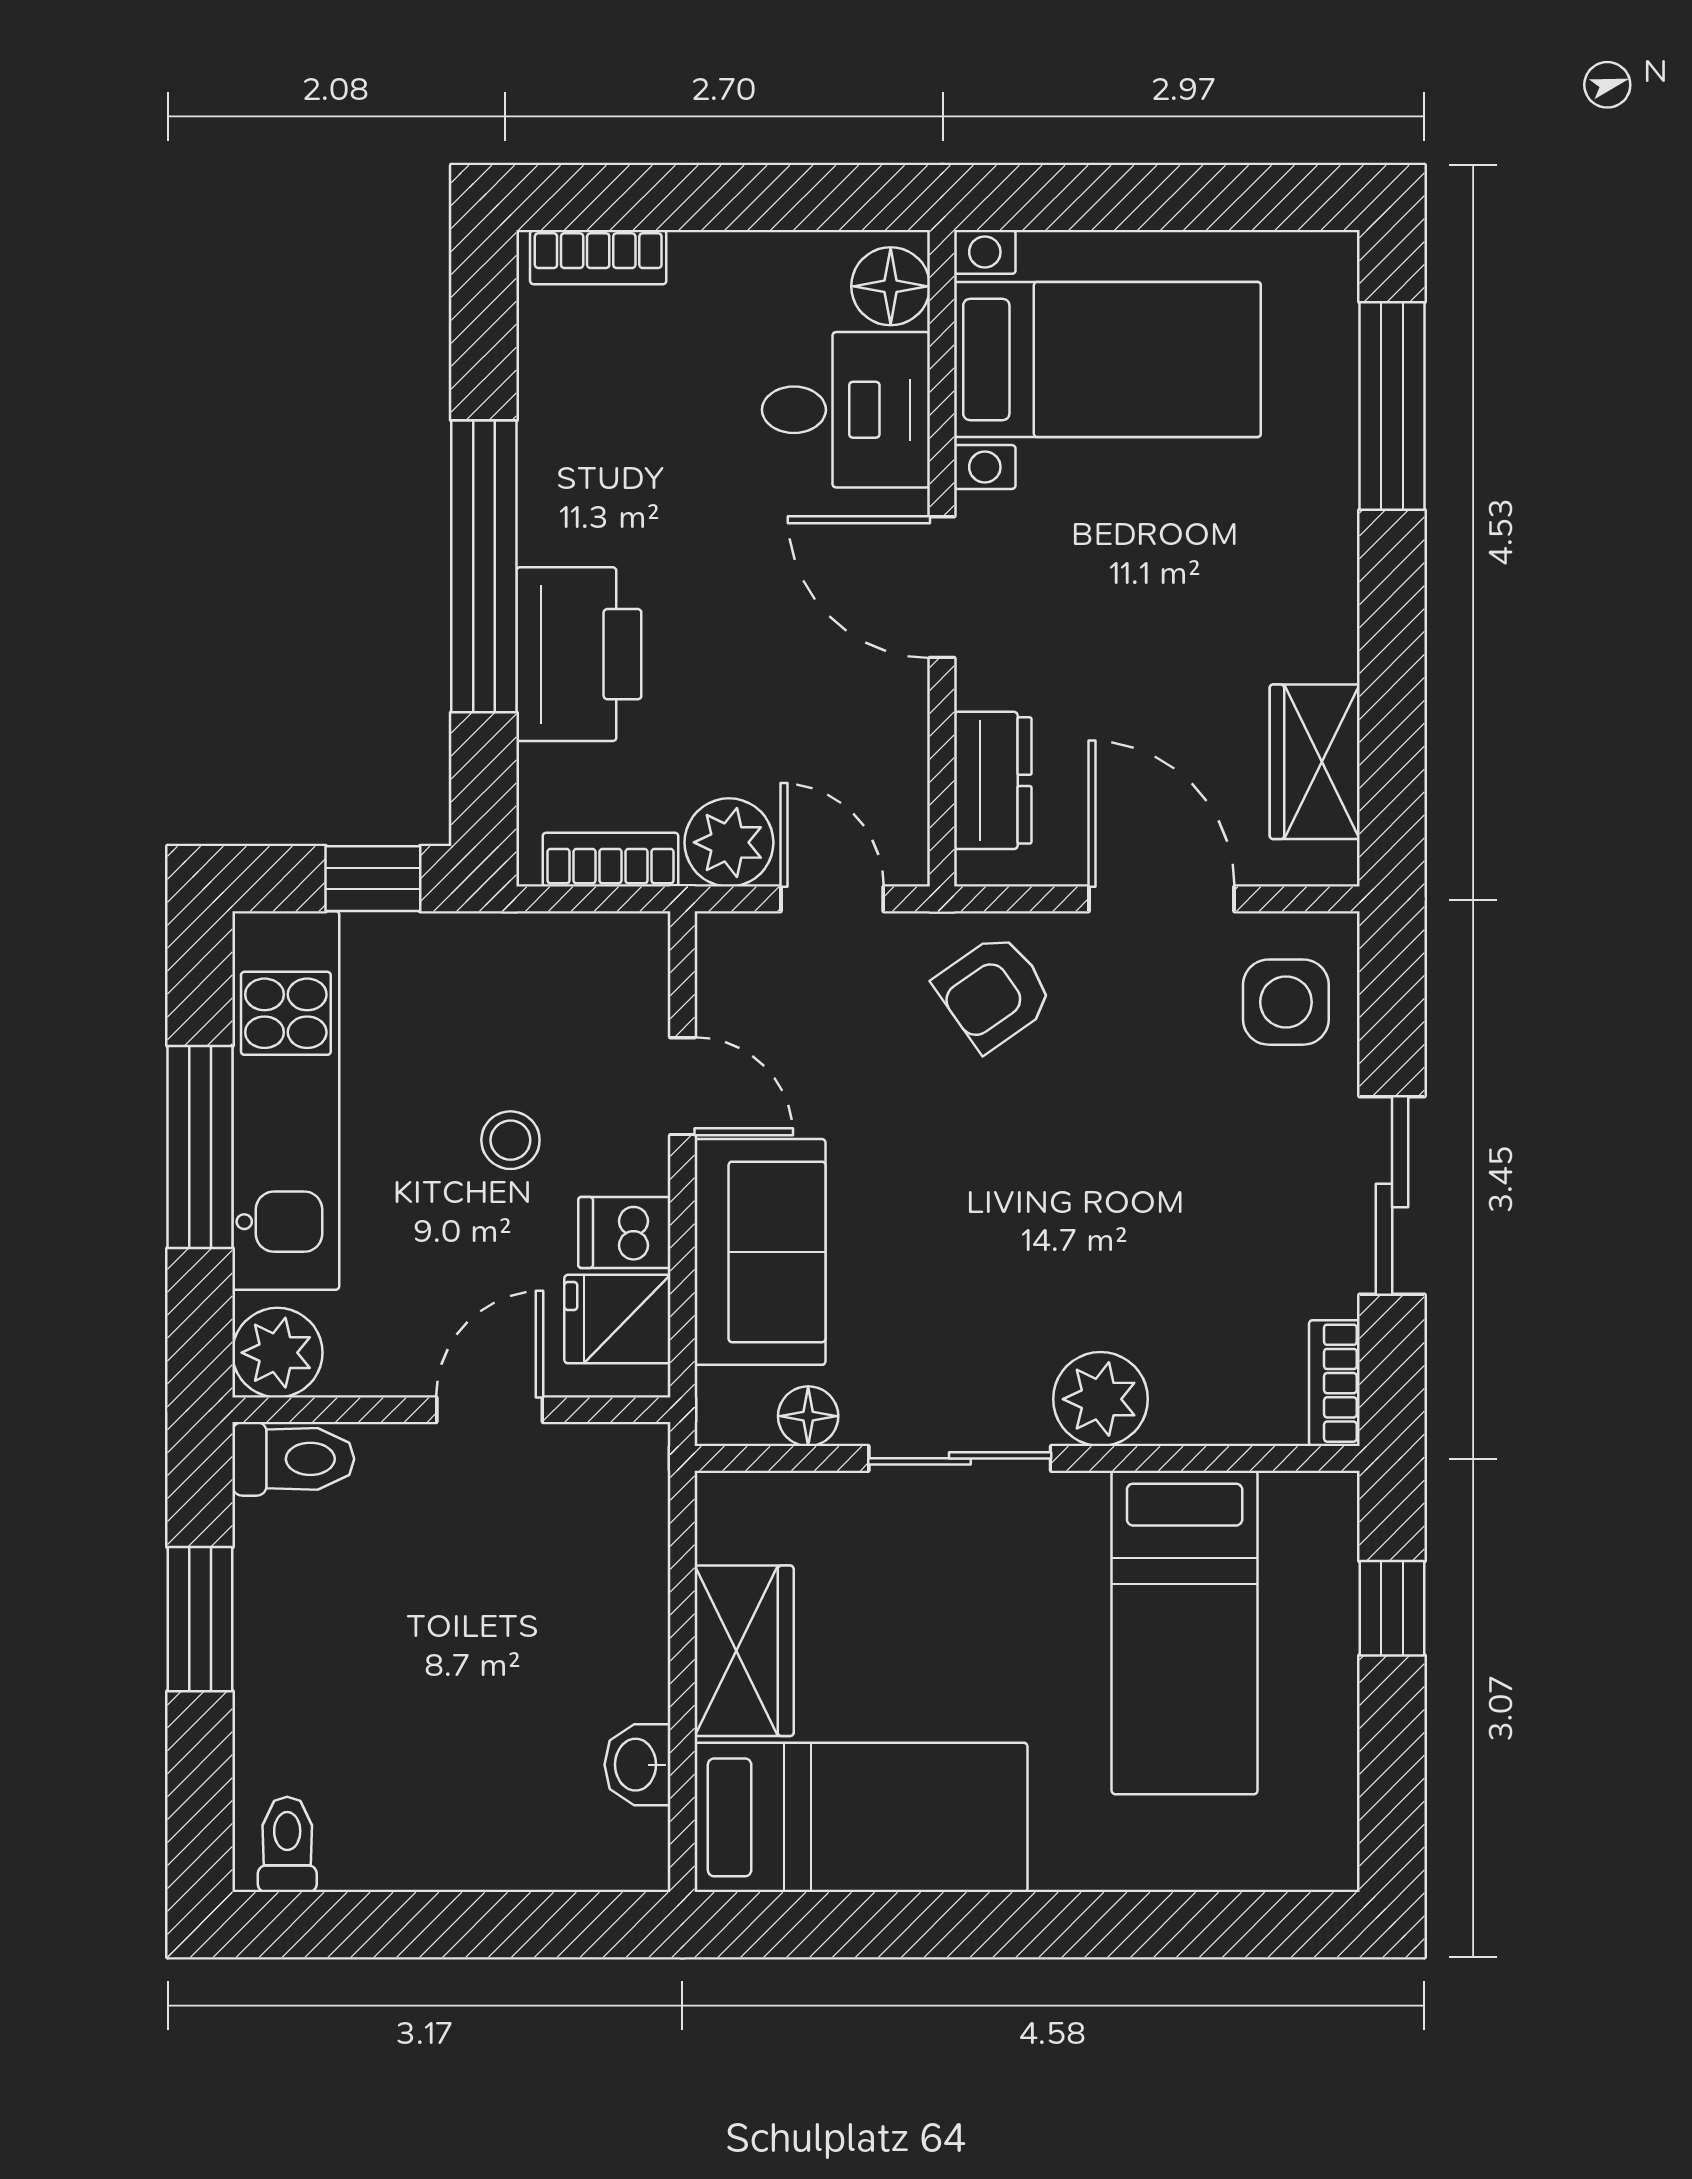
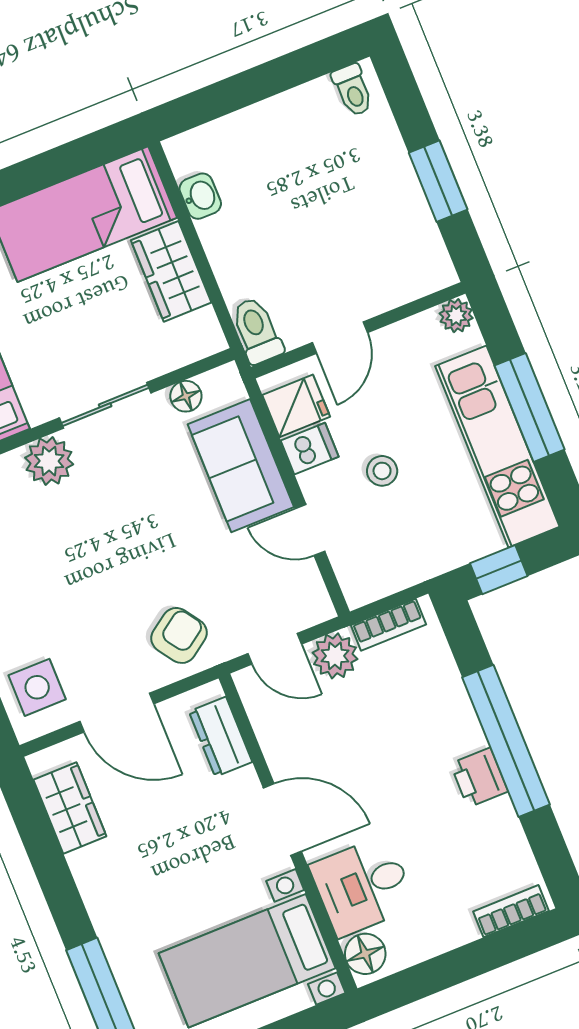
printer: (579, 654) -> (479, 778), moved, width x0.53, depth x0.68
plant: (277, 1353) -> (456, 316), width x0.73, depth x0.73
toilet: (293, 1459) -> (257, 331), moved, turned 90

